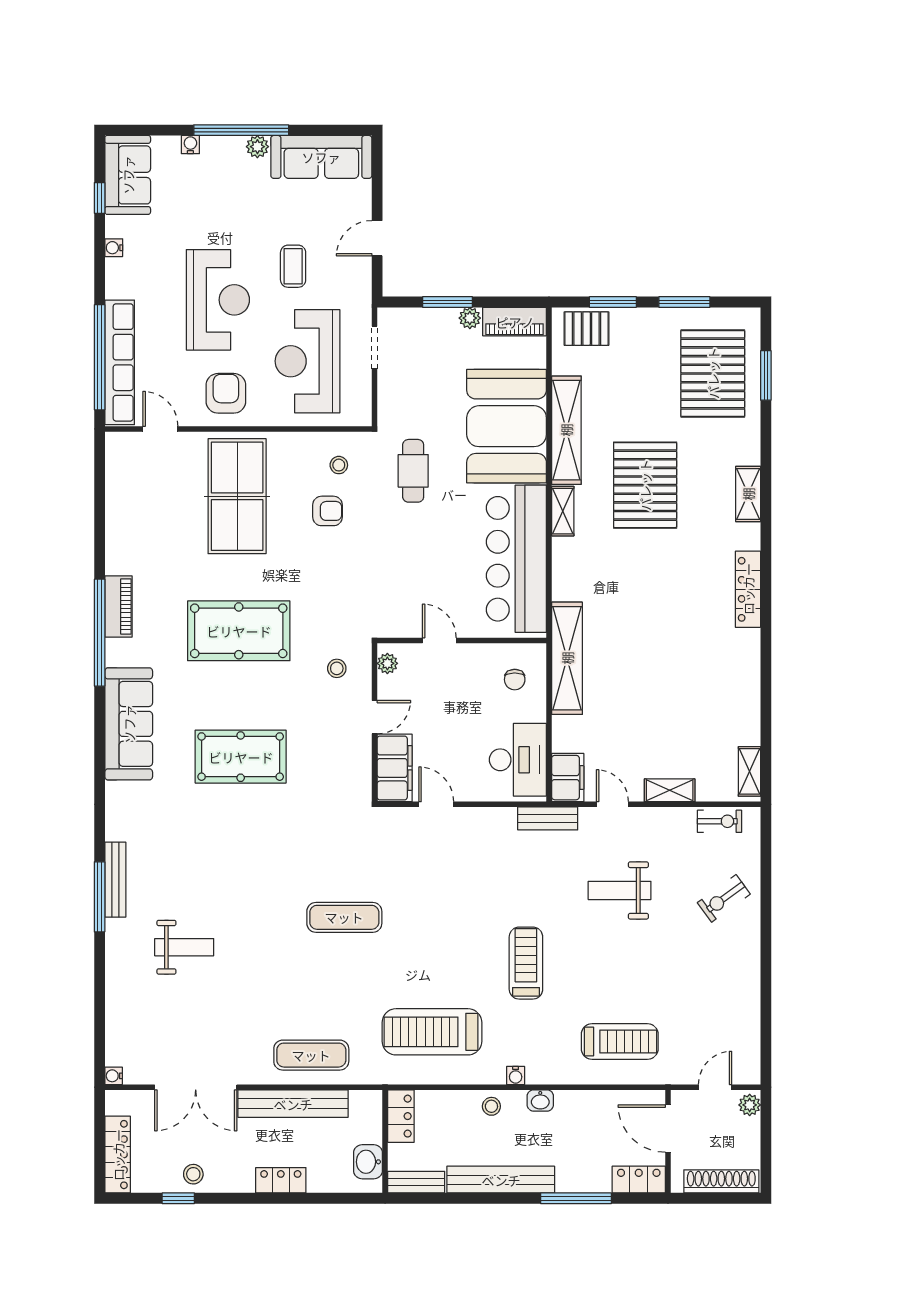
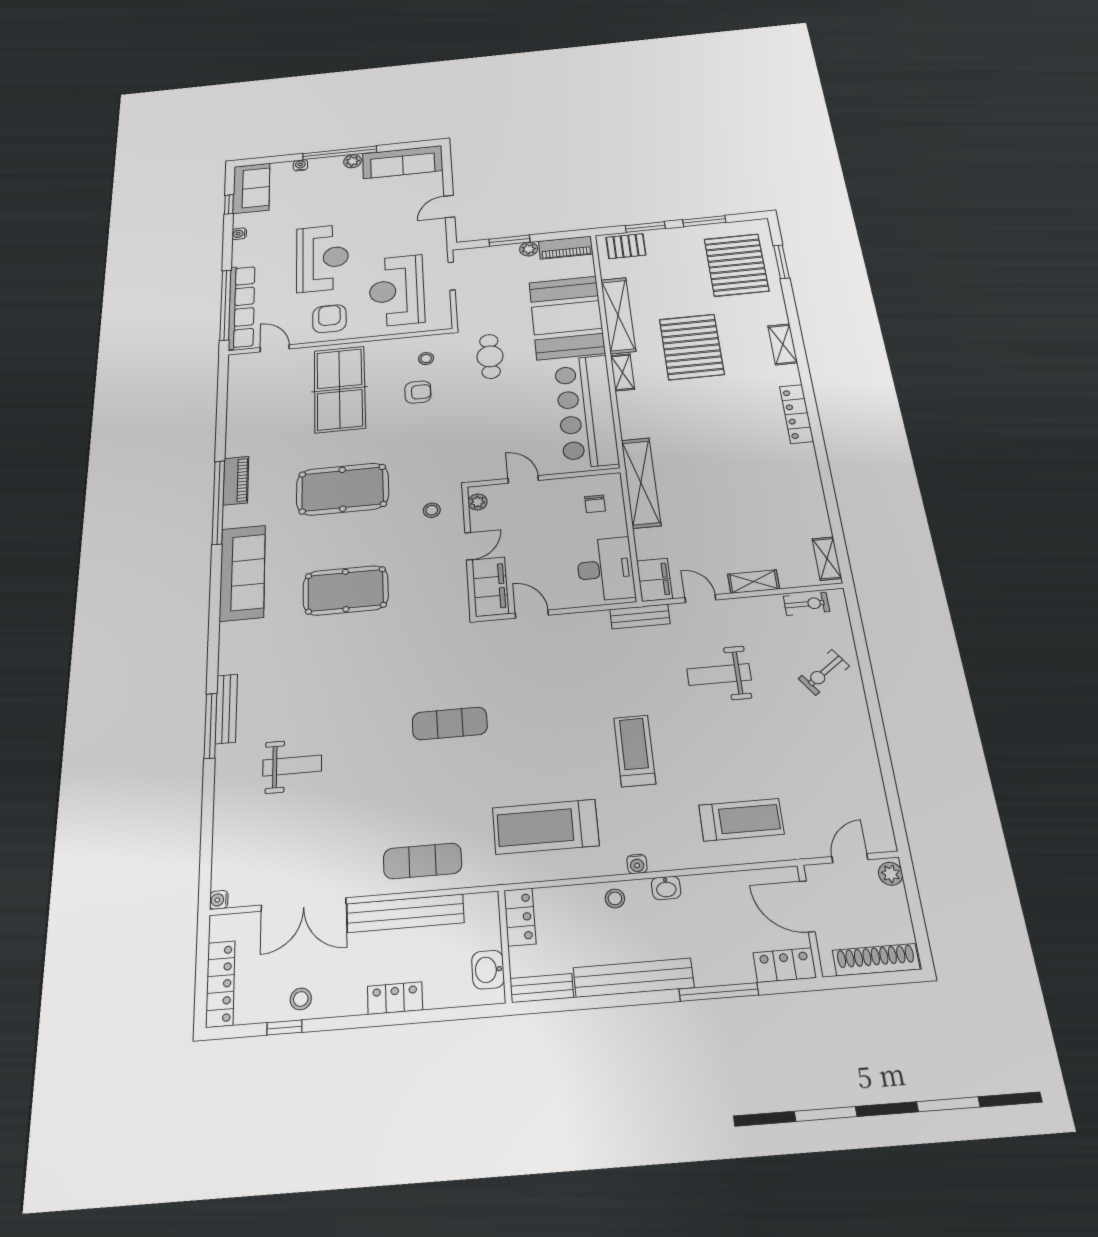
coffee table: (293, 266) -> (383, 231), removed

